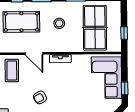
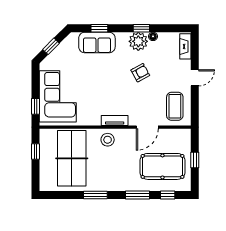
stool: (59, 23) -> (108, 140), moved
door: (34, 54) -> (147, 127), swing flipped
window: (125, 88) -> (36, 106), moved

